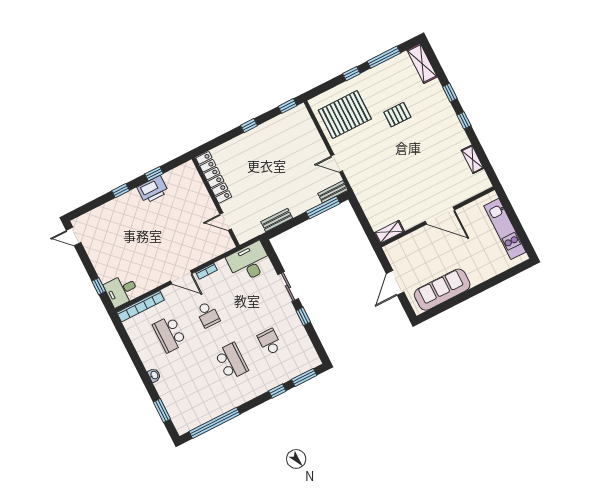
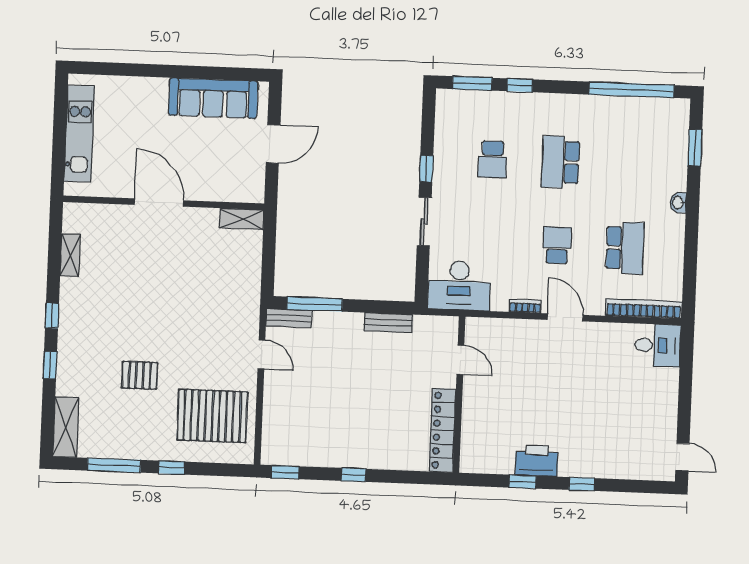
window: (99, 286) -> (686, 369), removed

